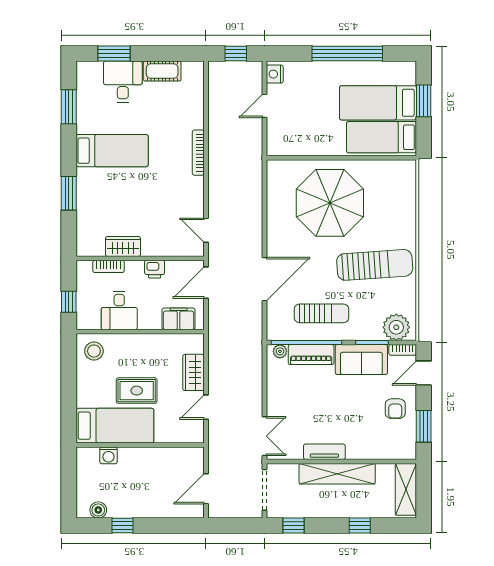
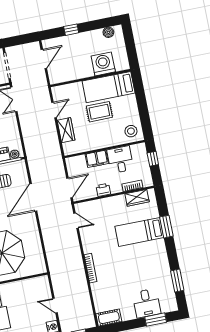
cot: (162, 71) -> (109, 318), moved
door: (264, 106) -> (55, 306), swing flipped
bed: (112, 151) -> (139, 232), moved
wardrobe: (123, 247) -> (137, 198), moved
filing cabinet: (179, 319) -> (97, 159), moved
washing machine: (108, 455) -> (103, 64), width x1.89, depth x1.89
window: (122, 526) -> (71, 30), moved

